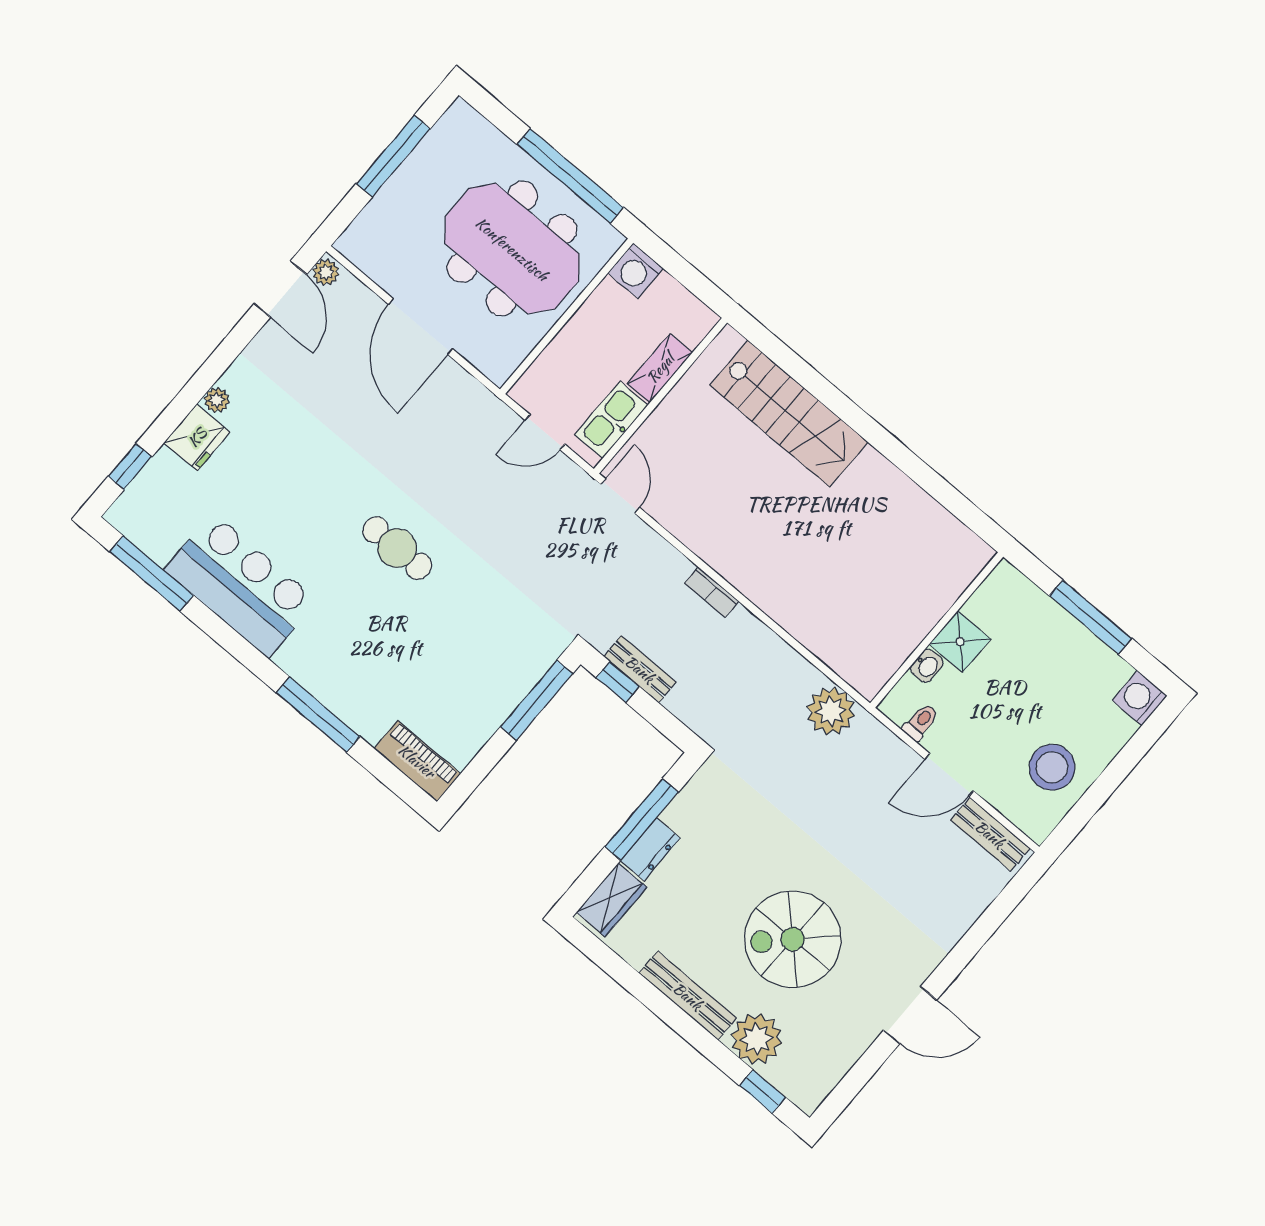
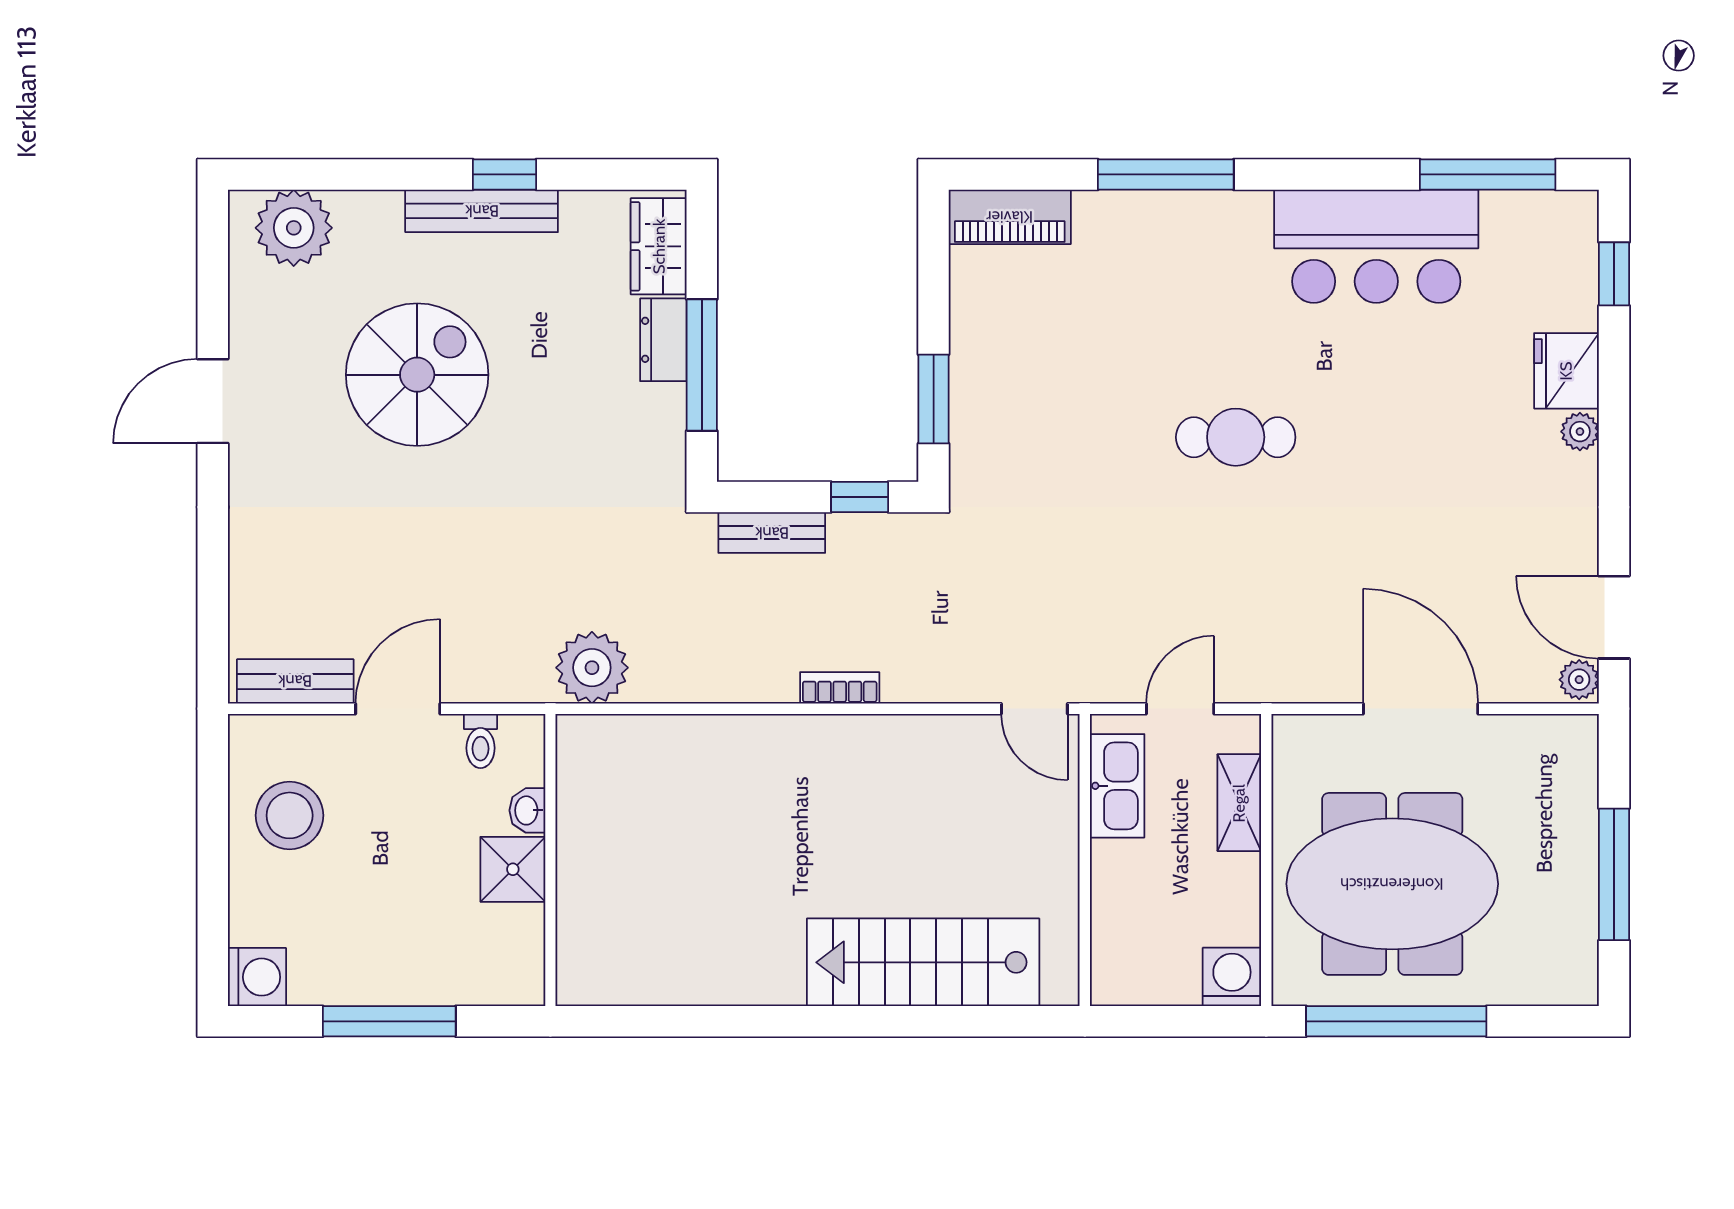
shelving: (660, 368) -> (1239, 803), moved
bench: (640, 669) -> (772, 533), moved
window: (537, 700) -> (934, 399), width x0.69
plant: (756, 1039) -> (294, 228), moved
window: (763, 1092) -> (504, 174), moved

